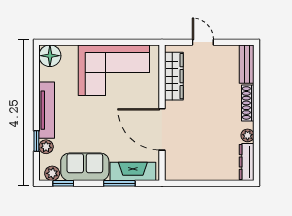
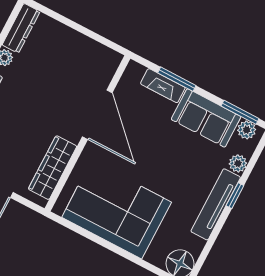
window: (36, 141) -> (235, 196), moved
fireplace: (133, 171) -> (163, 86), width x0.73, depth x0.76
window: (63, 183) -> (240, 112), width x1.50

